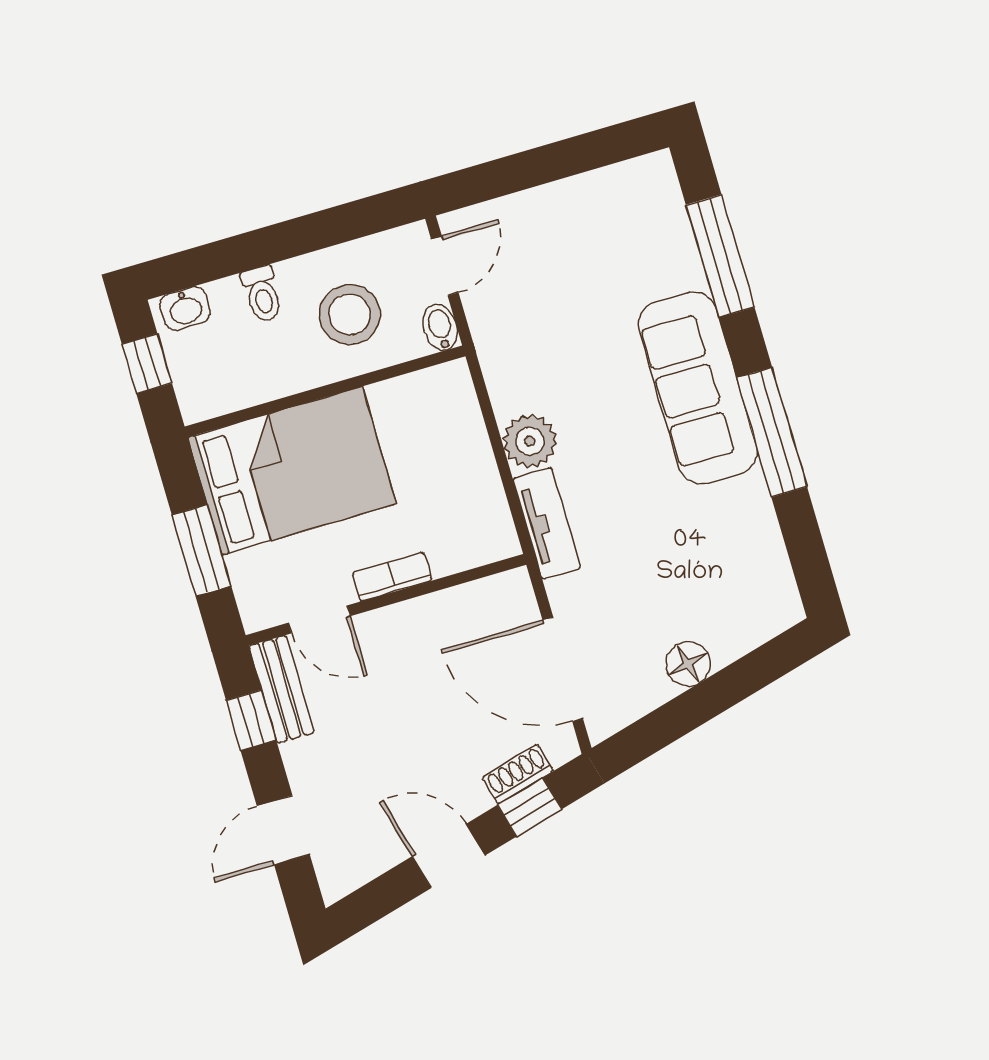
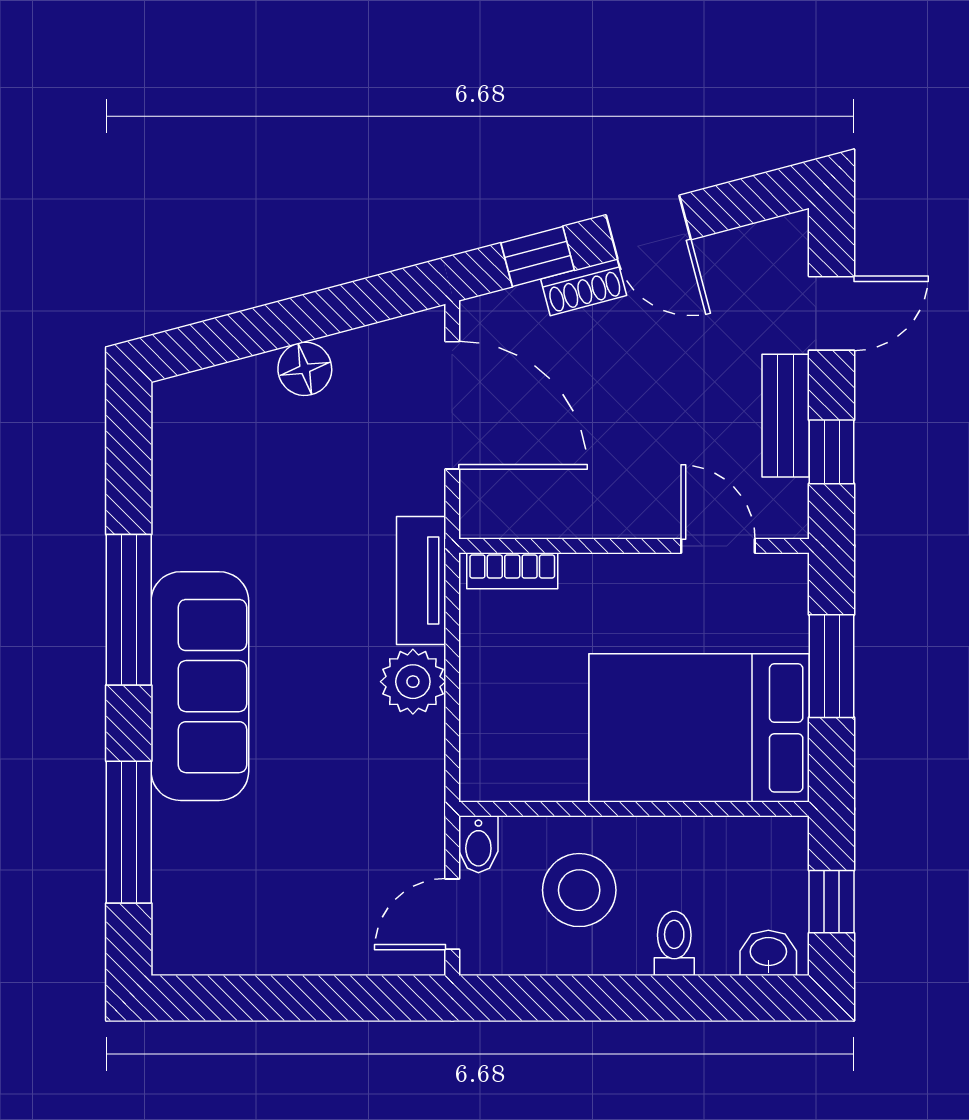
bookcase: (392, 577) -> (512, 571), moved
bench: (282, 689) -> (786, 416), moved
shoe rack: (518, 774) -> (584, 287), moved

